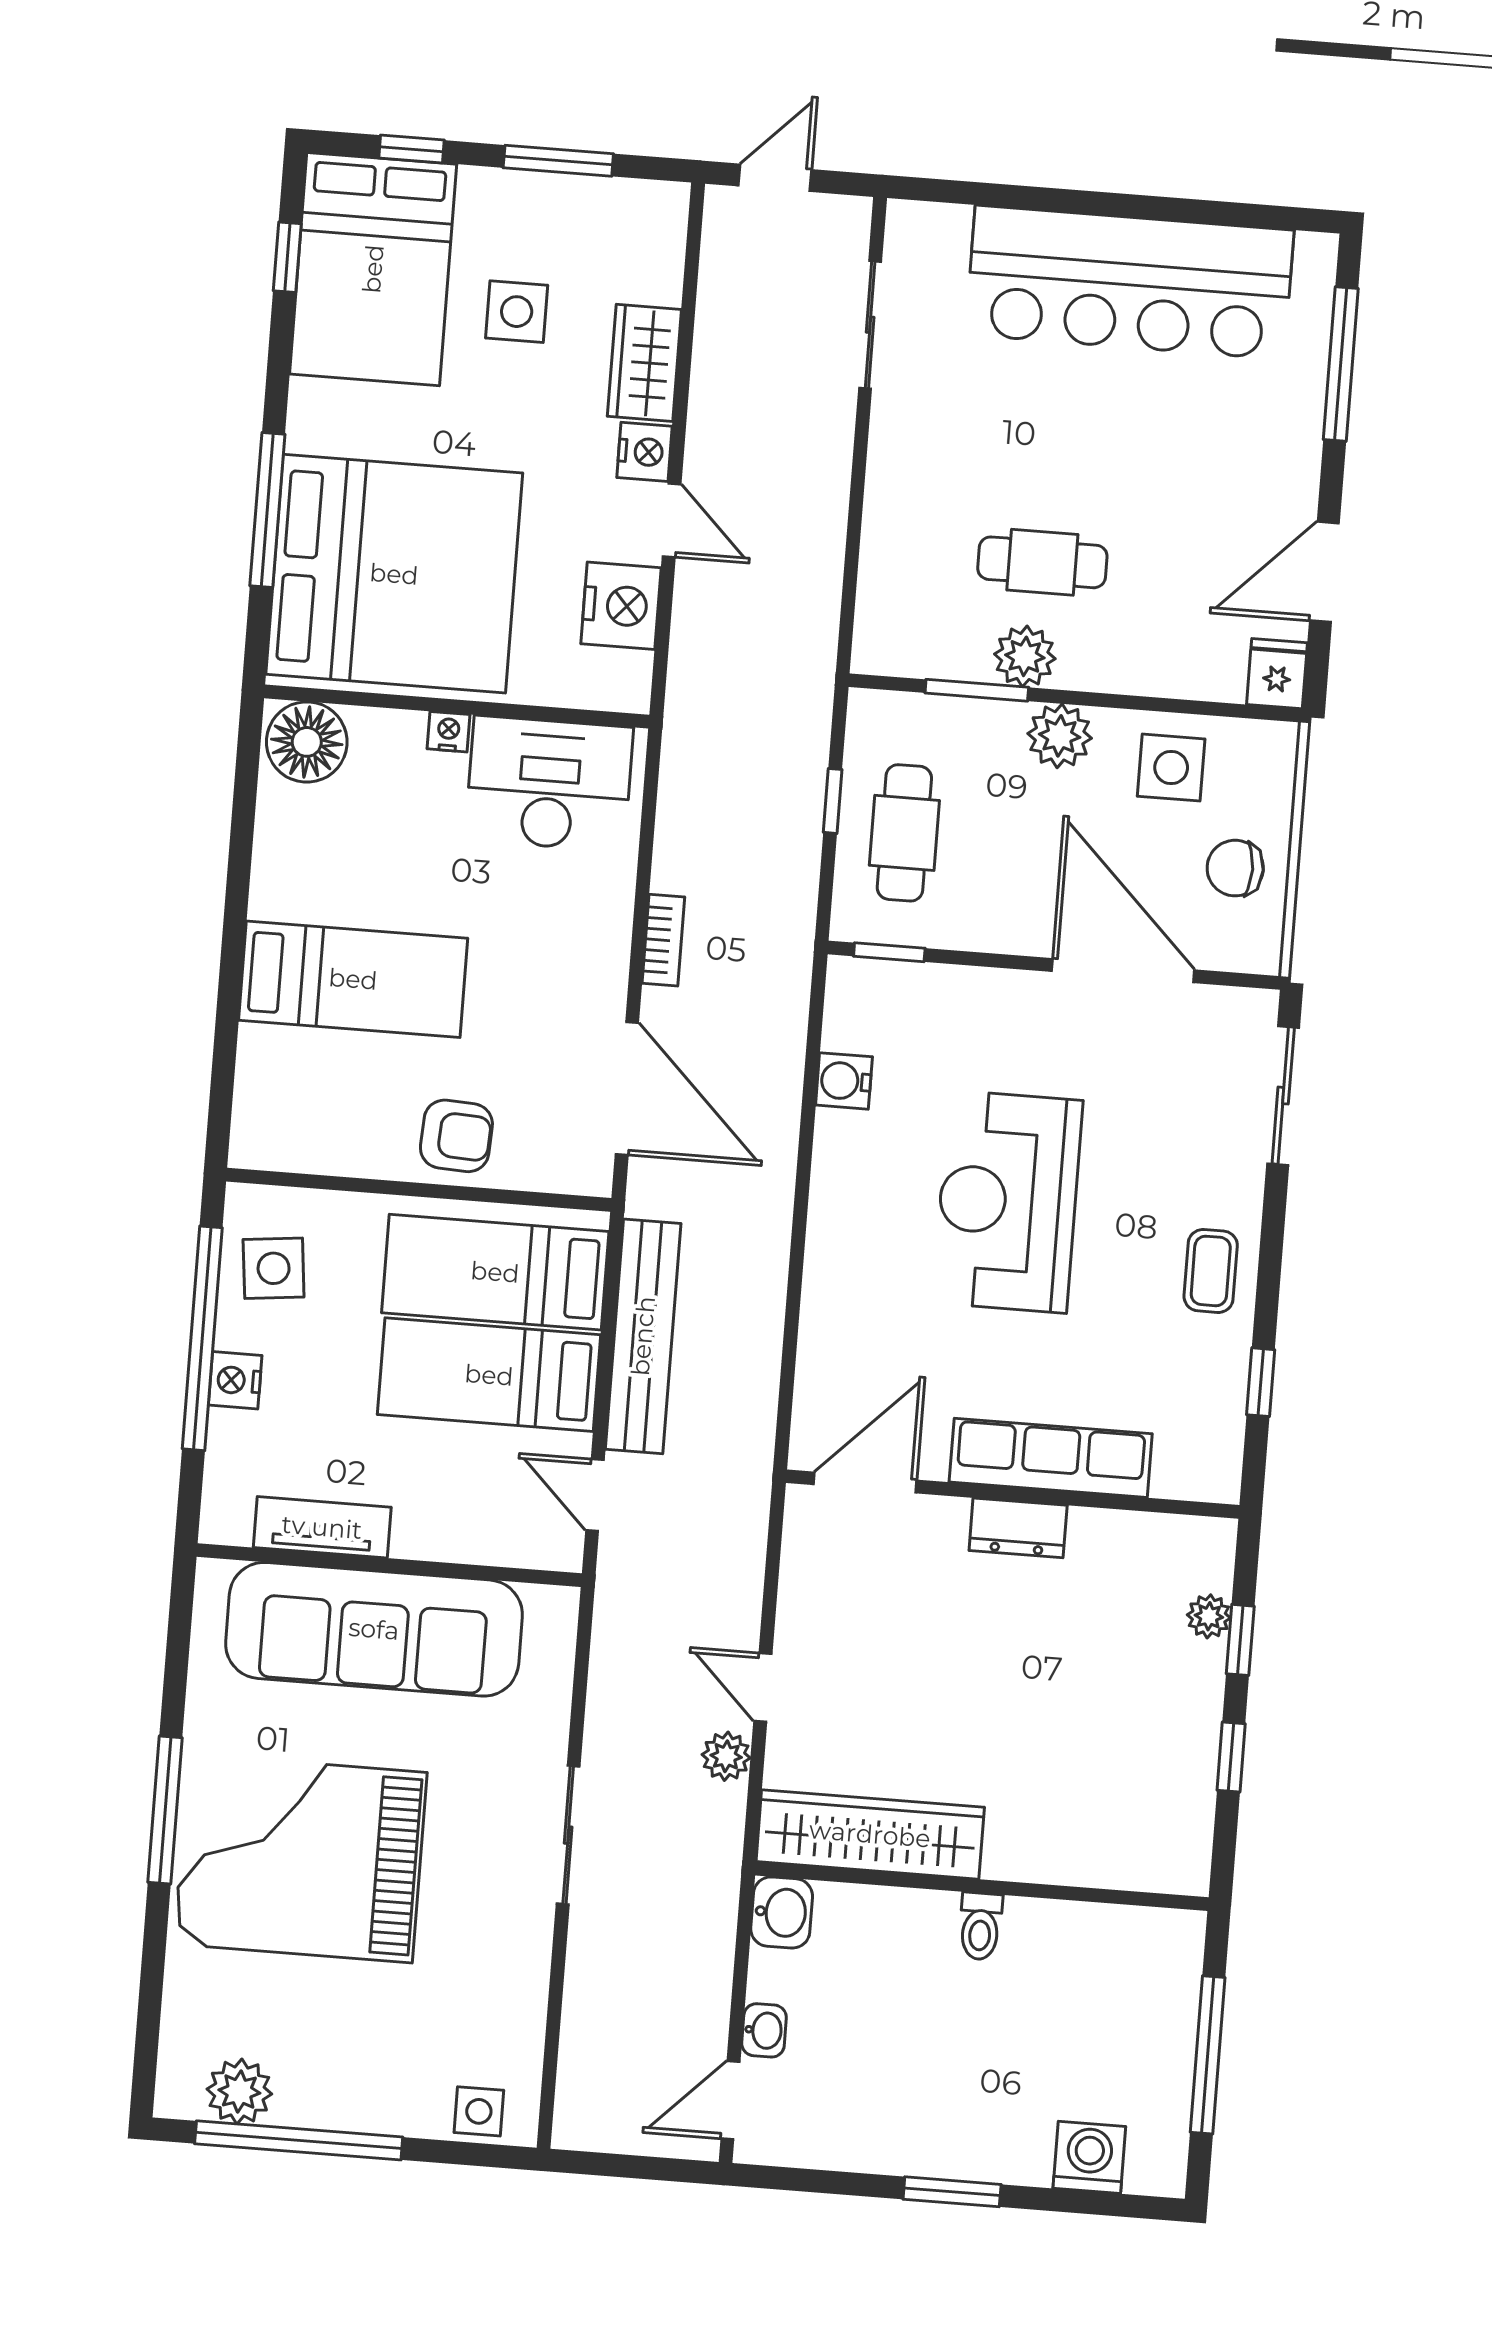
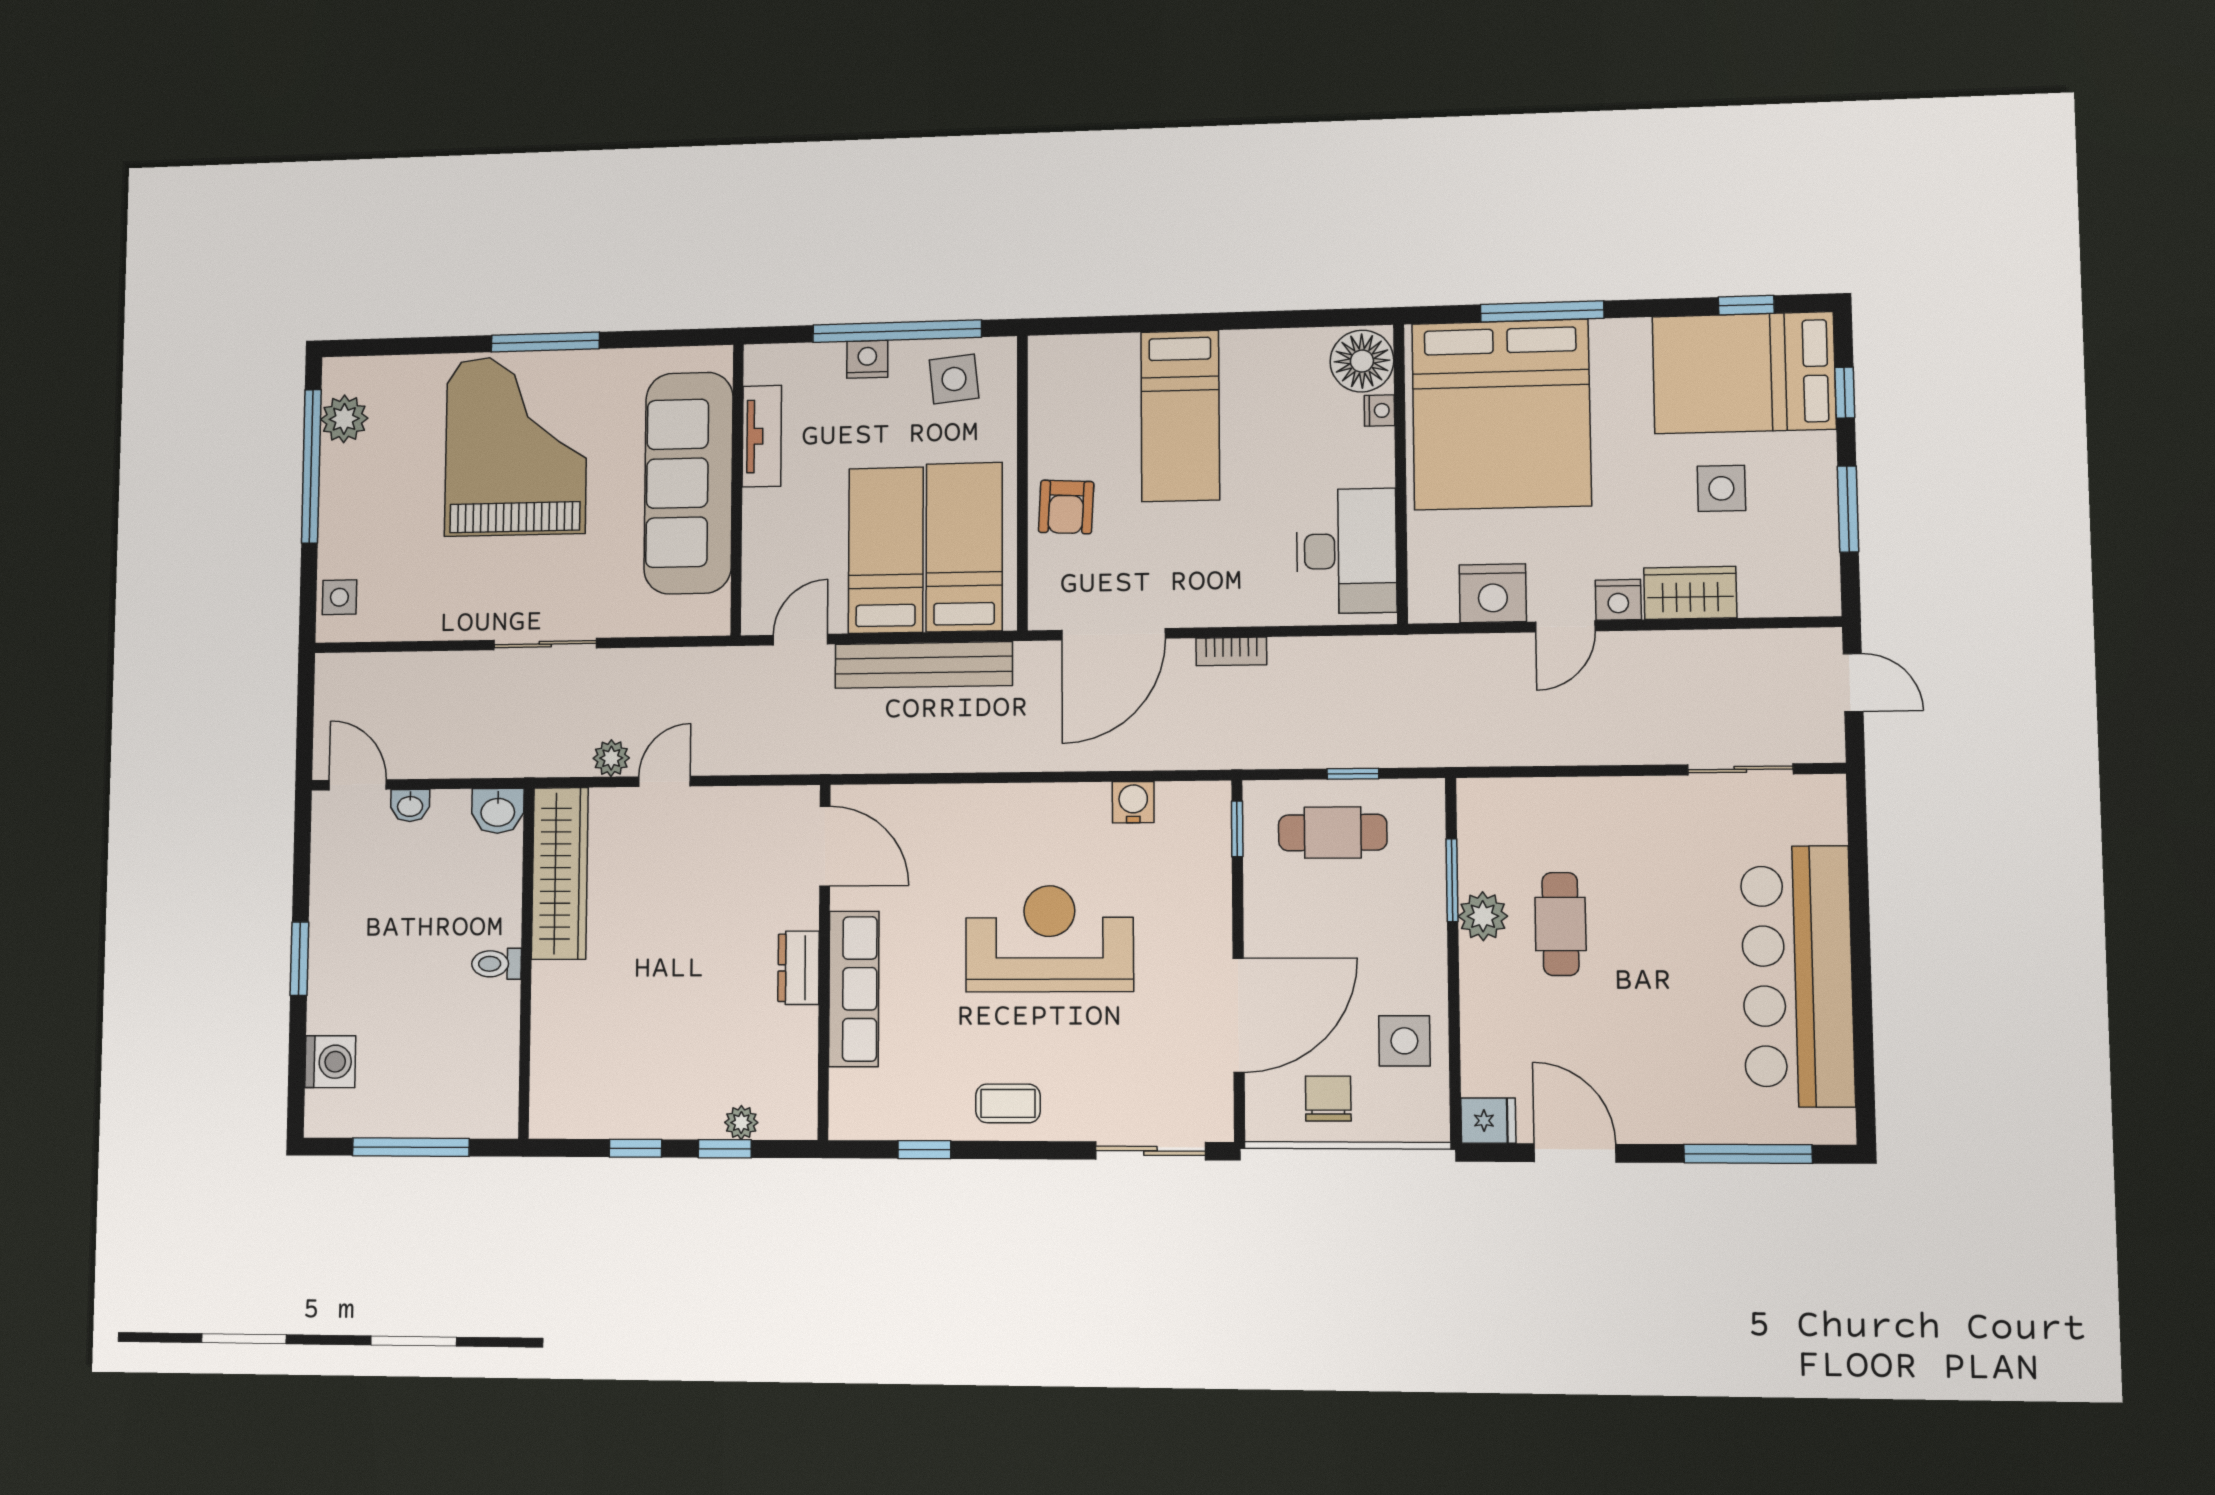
nightstand: (448, 732) -> (1379, 411), moved
plant: (1060, 736) -> (1422, 949), removed

